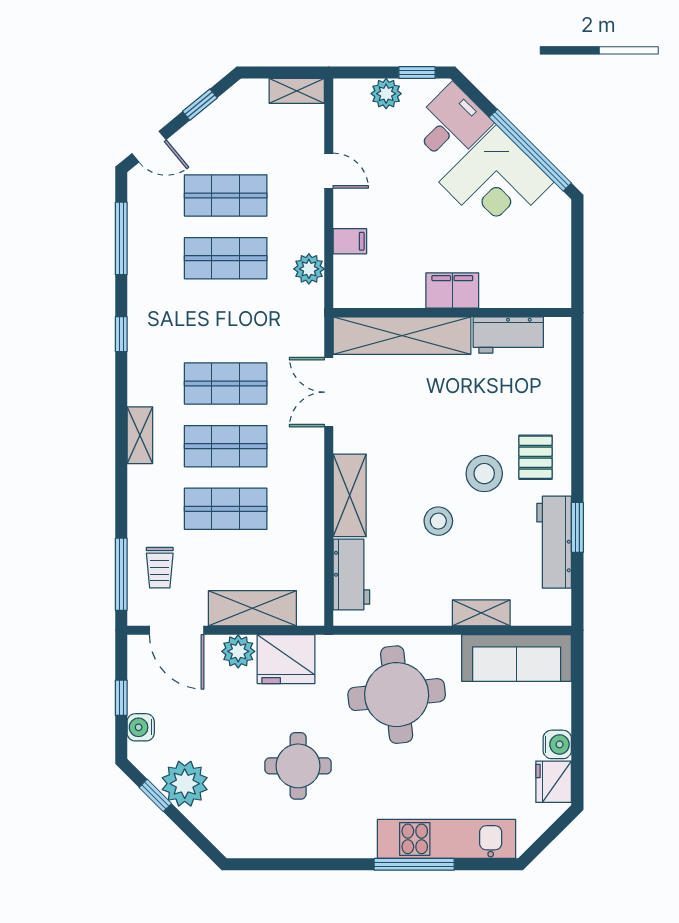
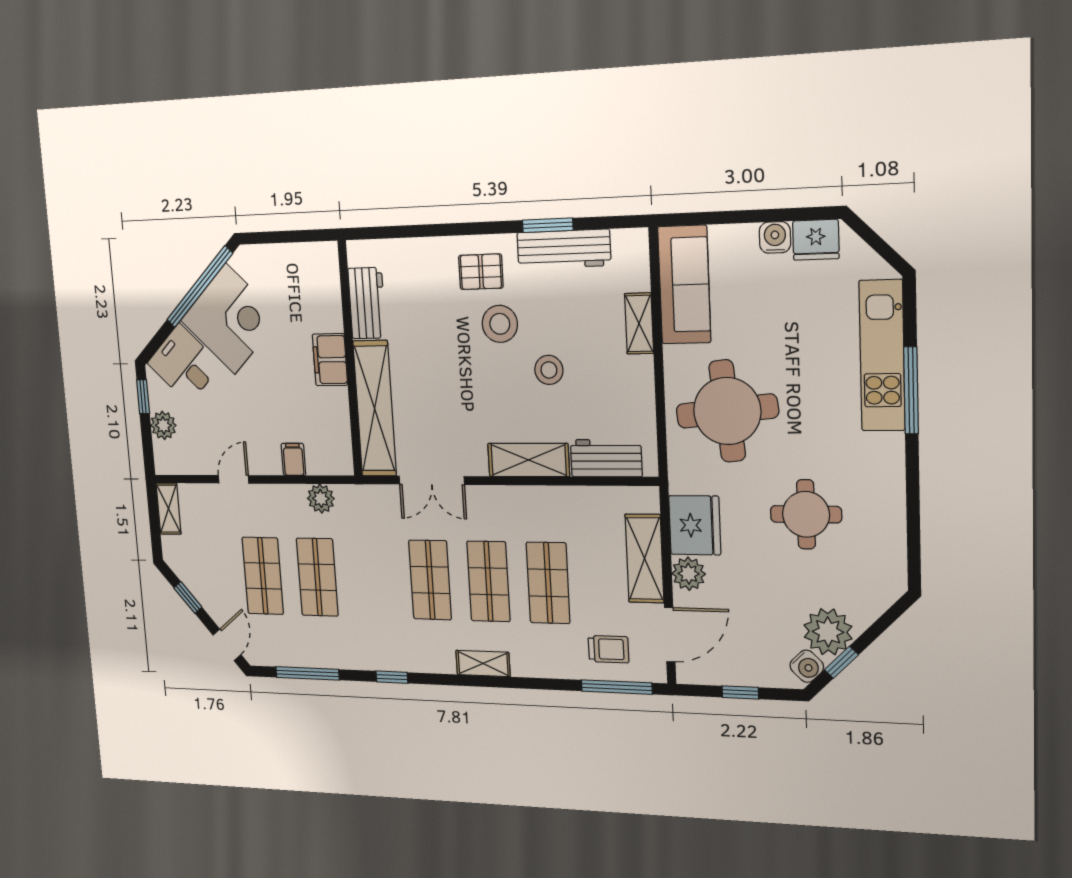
water cooler: (141, 727) -> (807, 666), moved, turned -45

